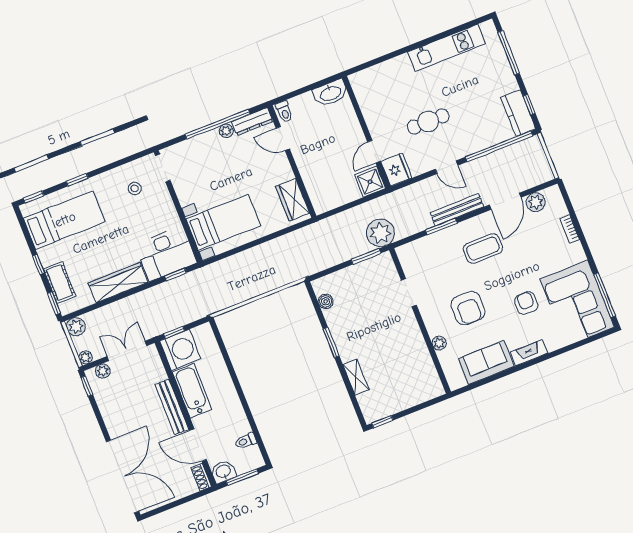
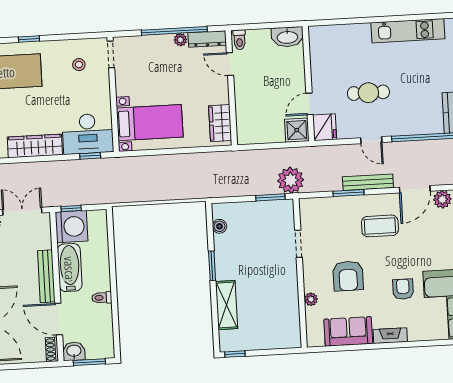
shelving: (356, 377) -> (227, 305), width x1.50, depth x1.33
toilet: (246, 441) -> (102, 298), moved

